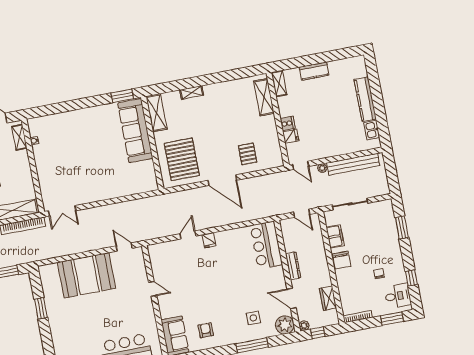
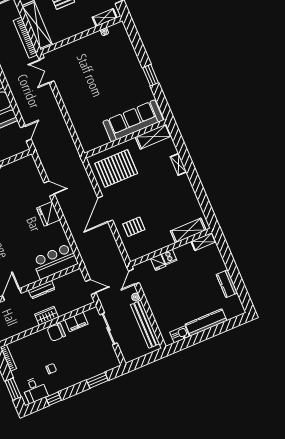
kitchen counter: (314, 71) -> (227, 284), moved
window: (122, 96) -> (151, 75), moved
door: (302, 213) -> (91, 287), swing flipped
fridge: (209, 240) -> (48, 214), width x1.88, depth x1.34
wardrobe: (328, 298) -> (47, 316), moved

